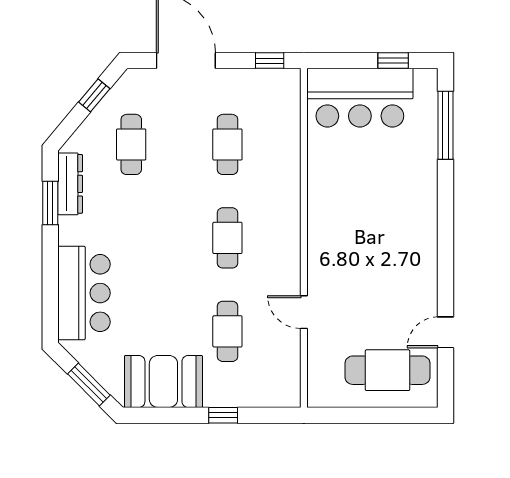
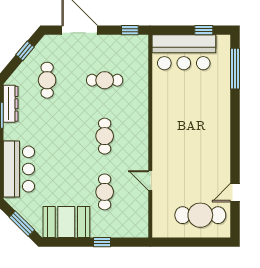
cafe table: (227, 144) -> (105, 80), turned 90

